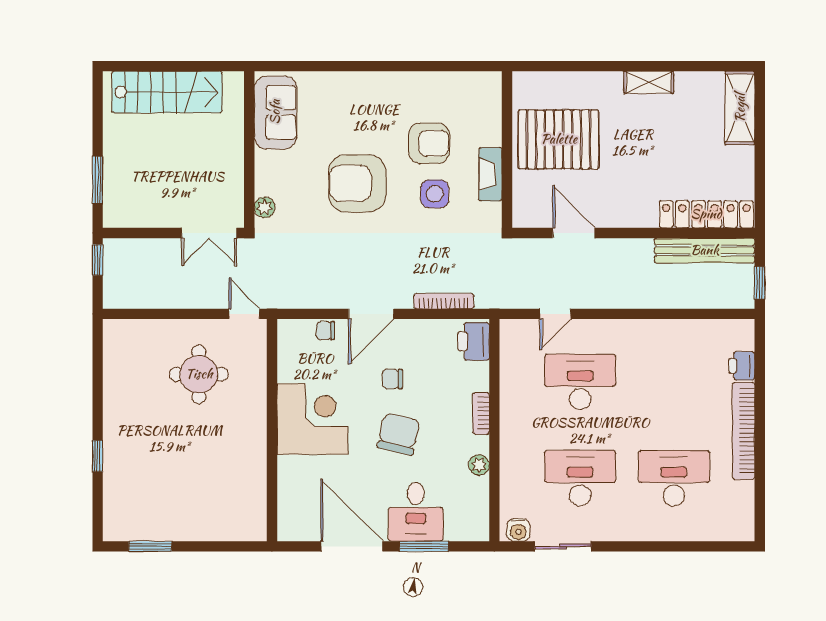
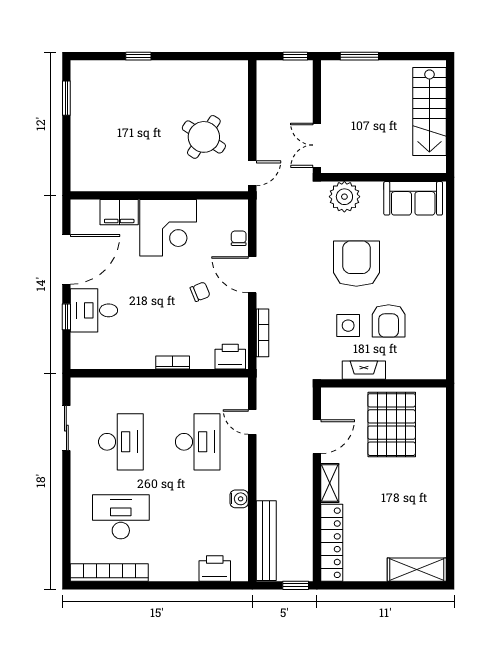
shelving: (649, 82) -> (330, 483), moved
plant: (265, 207) -> (344, 197), width x1.87, depth x1.87
bench: (705, 250) -> (266, 541), moved
window: (760, 283) -> (296, 585), moved
printer: (742, 366) -> (215, 568), width x1.36, depth x1.24
round table: (199, 374) -> (204, 137), turned 33
chair: (392, 379) -> (200, 292), turned 68
bookcase: (744, 431) -> (109, 572), moved
chair: (399, 434) -> (156, 297), removed
plant: (479, 465) -> (131, 361), removed
desk: (674, 478) -> (121, 517), turned -90
filing cabinet: (293, 480) -> (119, 212), added
water cooler: (518, 530) -> (239, 499), moved, turned 180
window: (424, 546) -> (66, 317), width x0.67

